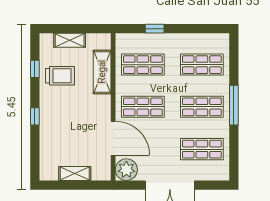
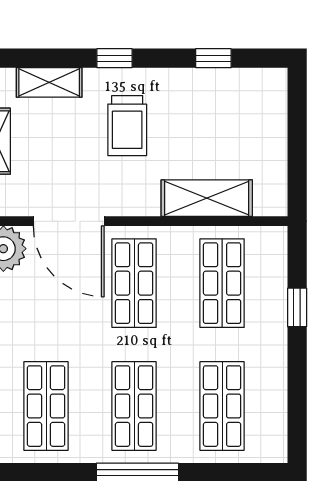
shelving: (70, 40) -> (49, 82), moved, turned 90
trolley: (60, 76) -> (127, 126), moved
door: (113, 138) -> (69, 221), hinge flipped

